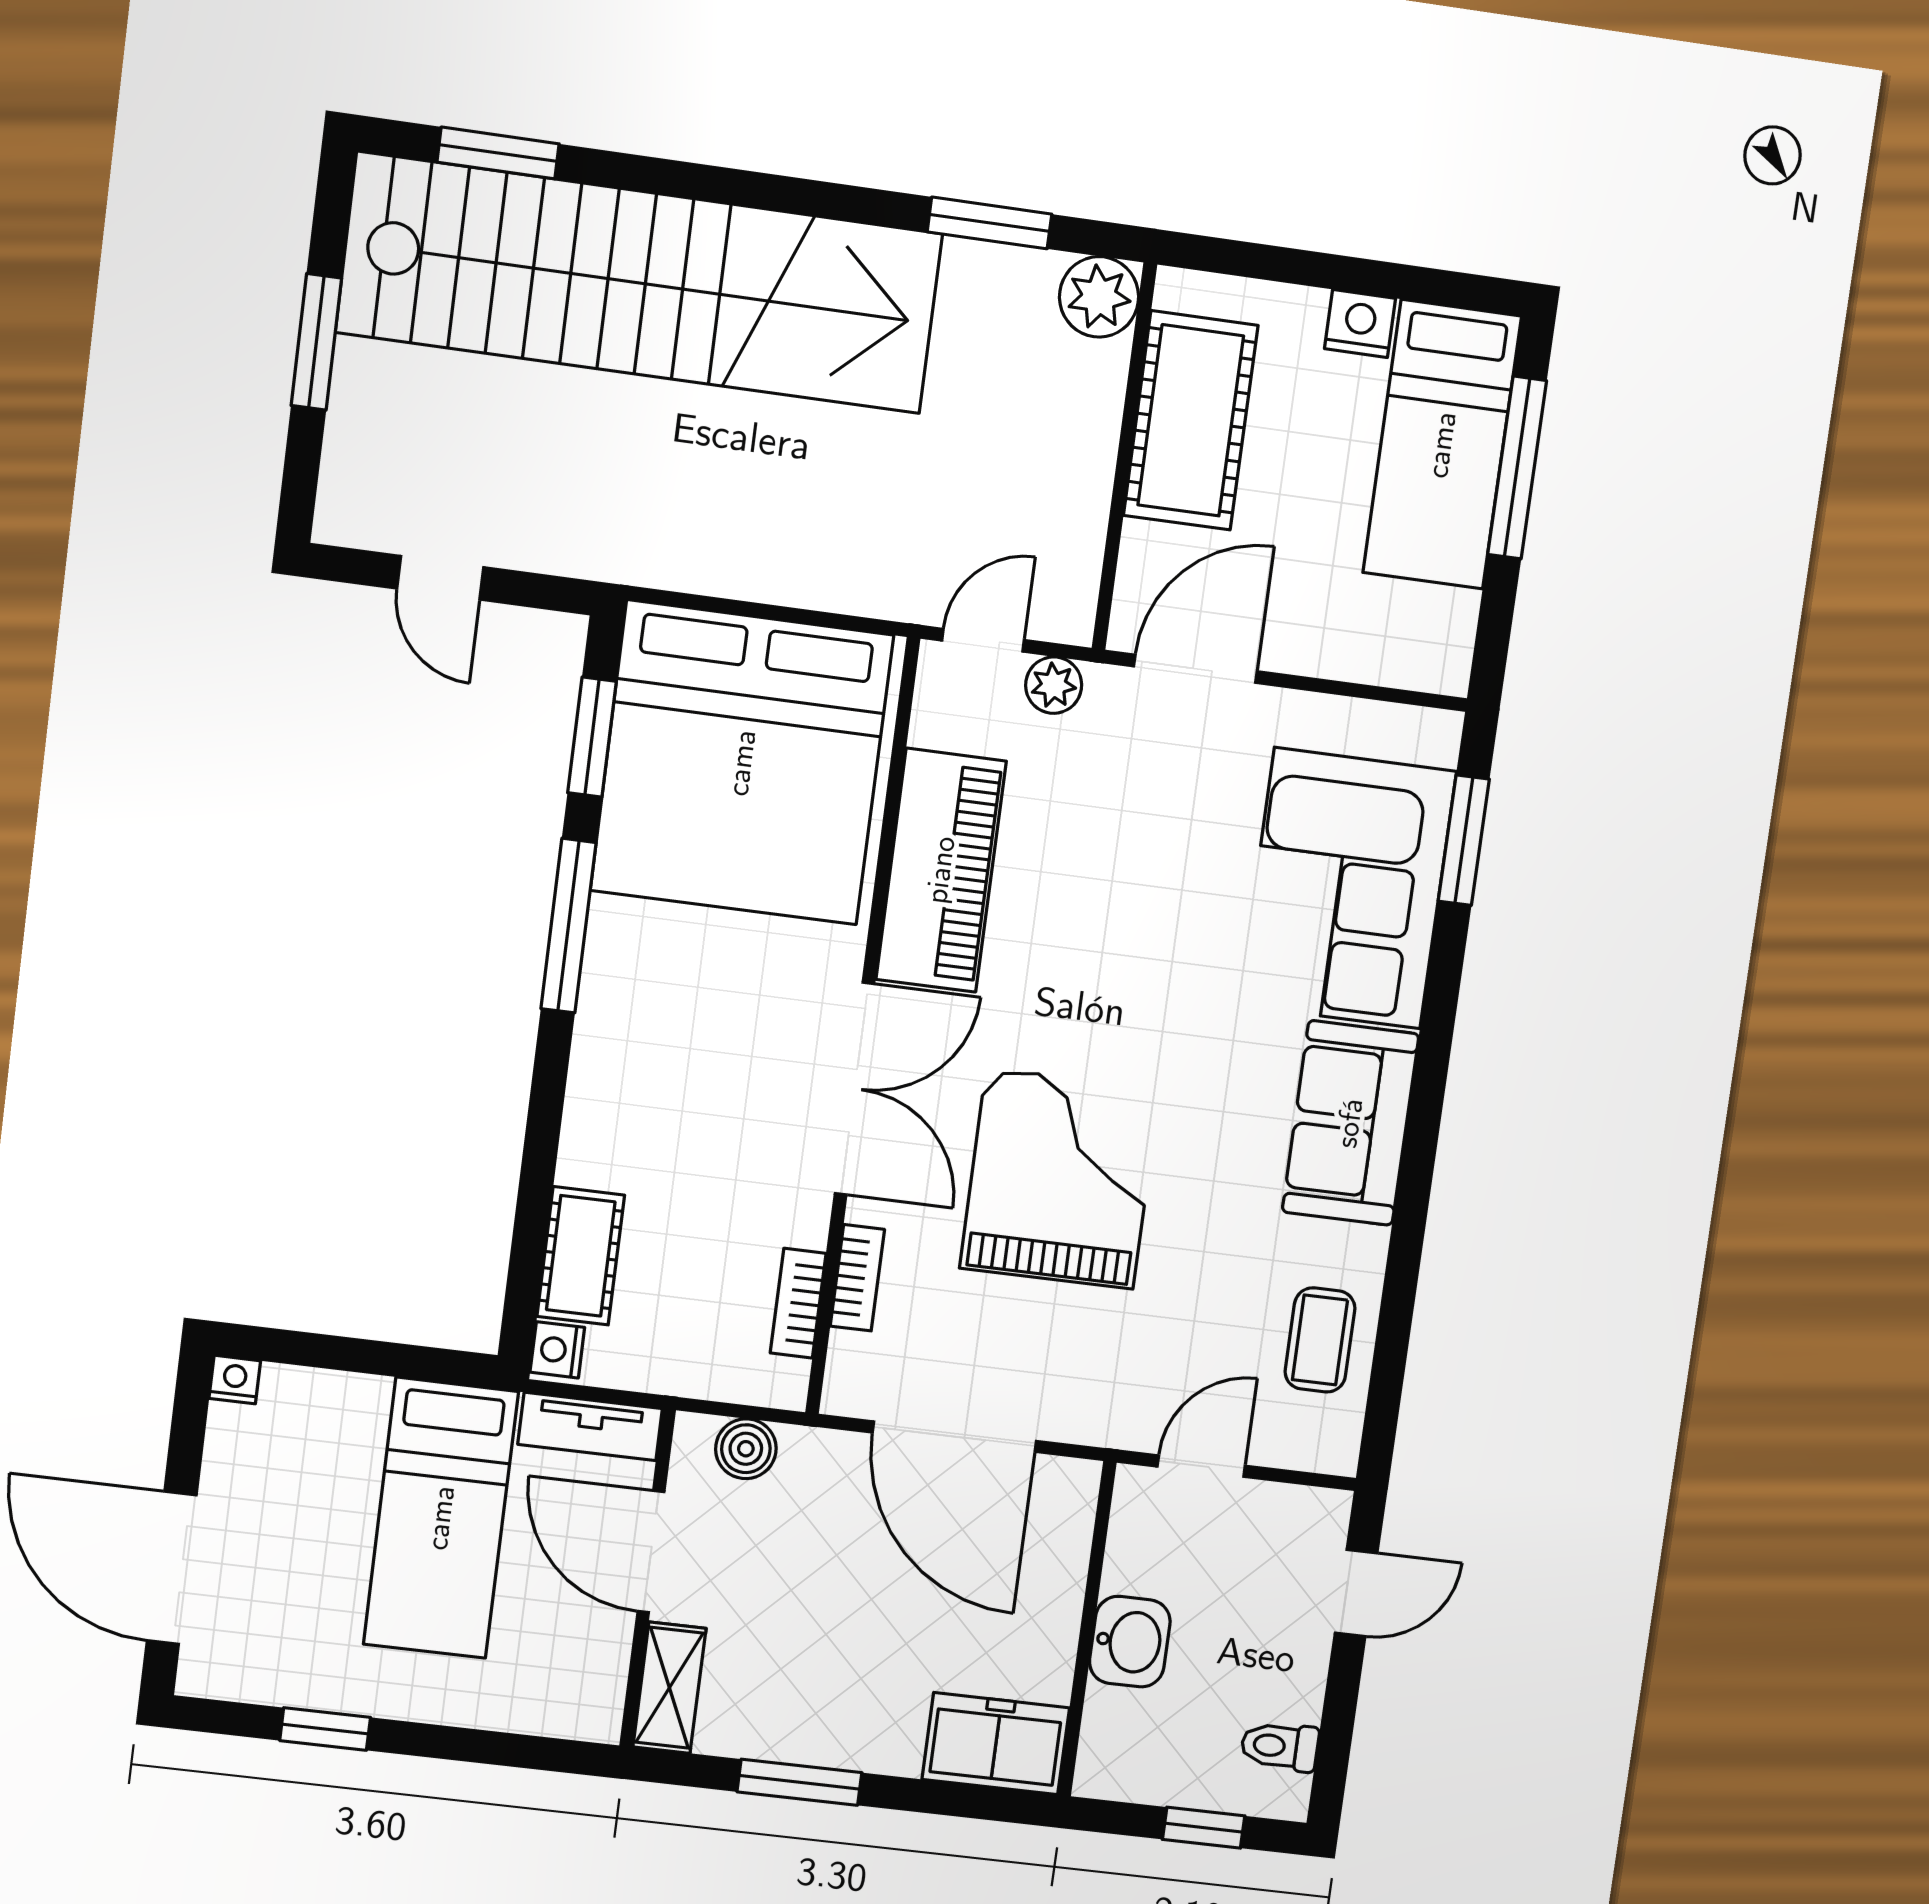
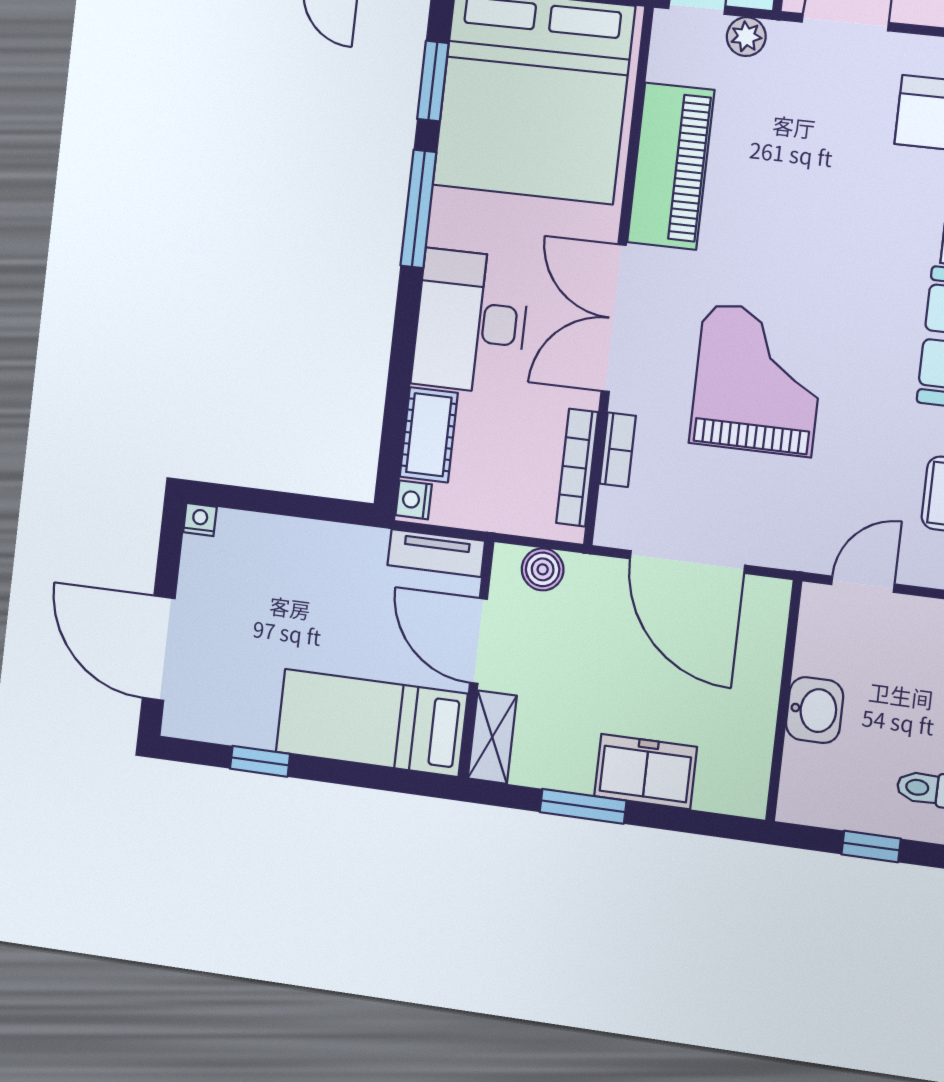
double door: (855, 1089) -> (614, 318), swing flipped
desk: (645, 1092) -> (471, 322), added
bookcase: (798, 1303) -> (577, 468), width x1.56
bed: (441, 1518) -> (371, 723), moved, turned 90
freezer: (996, 1744) -> (646, 772), moved

